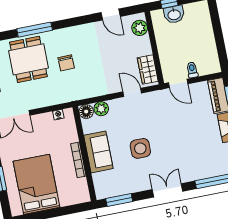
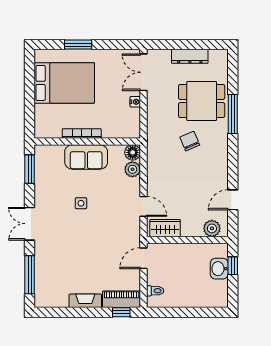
chair: (66, 63) -> (190, 141), turned 68
toilet: (192, 70) -> (155, 291), moved
door: (132, 92) -> (143, 206), hinge flipped
nightstand: (58, 115) -> (135, 102), moved
side table: (140, 148) -> (81, 203), width x0.54, depth x0.54
double door: (167, 190) -> (30, 224), swing flipped

